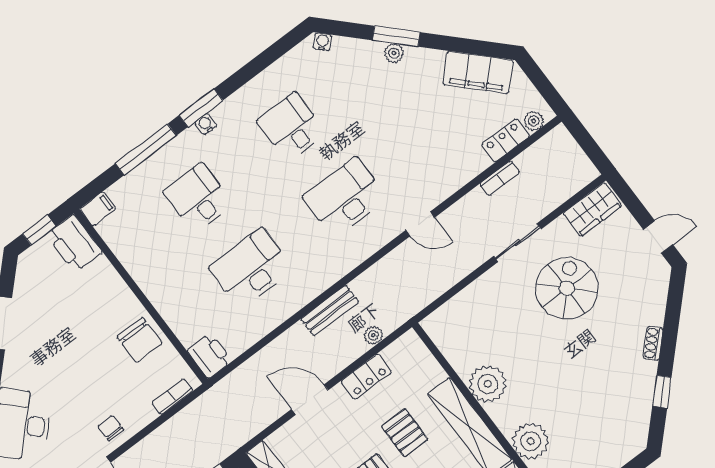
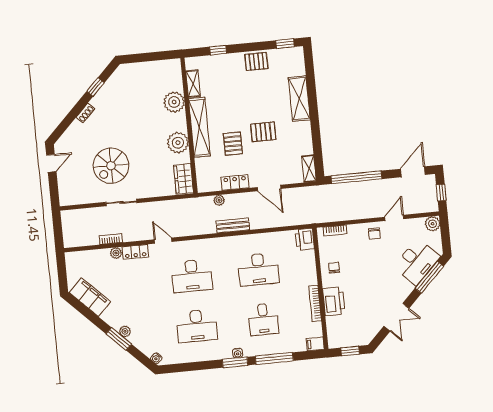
plant: (534, 121) -> (116, 253), moved
desk: (292, 127) -> (197, 326), width x1.37
locker: (506, 140) -> (135, 252), moved
wardrobe: (592, 209) -> (184, 179), moved, turned -90
door: (658, 237) -> (51, 163), swing flipped
printer: (74, 243) -> (334, 301), moved
bookcase: (135, 269) -> (315, 303), added
chair: (140, 340) -> (334, 268), width x0.54, depth x0.54

